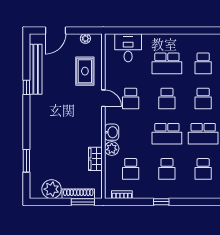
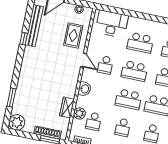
desk: (128, 48) -> (112, 24), width x1.37
school desk: (167, 99) -> (134, 71), width x1.85
plant: (112, 149) -> (79, 113), moved
plant: (52, 189) -> (17, 122), moved

